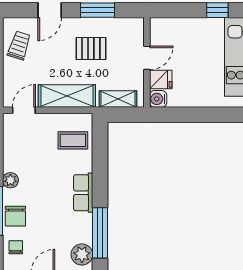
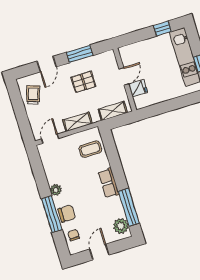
shelving: (67, 96) -> (77, 122), width x0.67, depth x0.75
water cooler: (158, 99) -> (140, 102), removed
chair: (15, 216) -> (67, 214), turned -90

